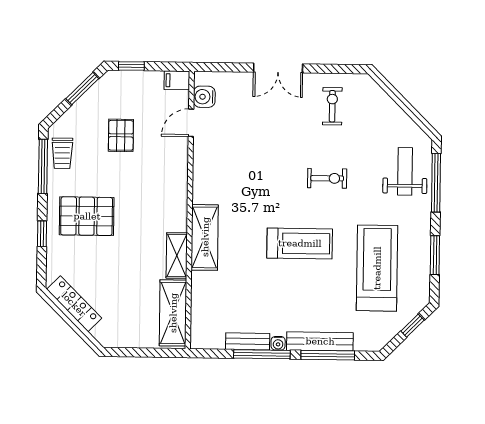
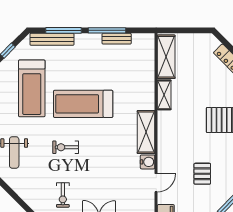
water cooler: (204, 97) -> (148, 162), moved
shelving: (205, 237) -> (146, 132), moved
treadmill: (300, 243) -> (83, 104), width x1.37, depth x1.38
bench: (320, 341) -> (52, 39), moved
water cooler: (278, 343) -> (96, 38), removed

